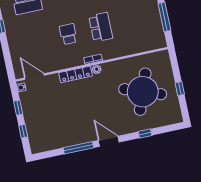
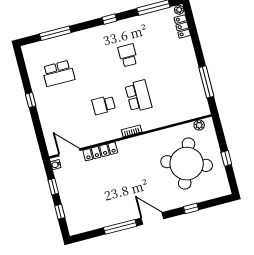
school desk: (68, 34) -> (104, 105), turned -90
plant: (97, 69) -> (199, 125), moved
locker: (75, 74) -> (100, 151), moved

